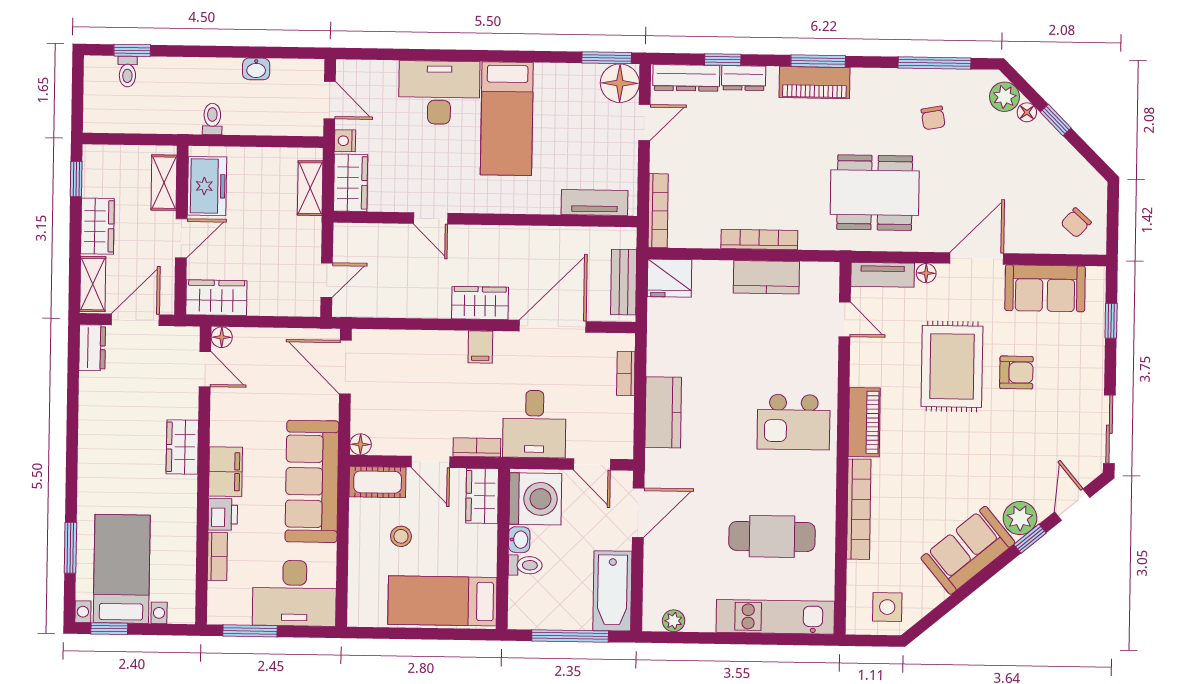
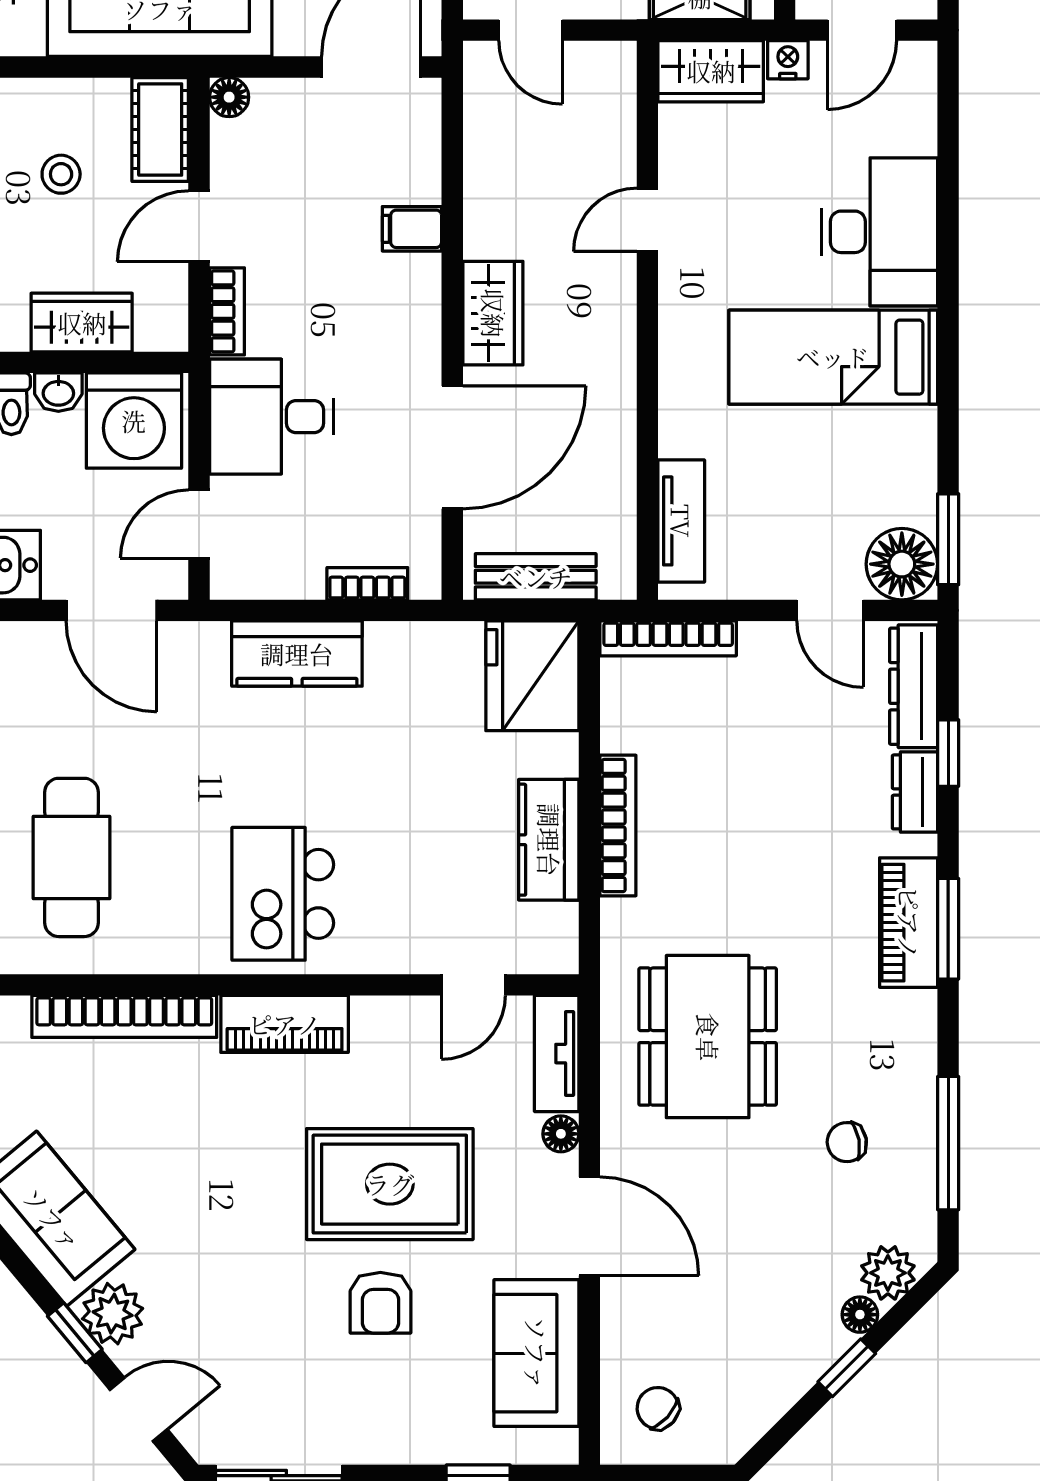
fridge: (670, 278) -> (532, 676), width x1.36, depth x1.34
door: (553, 326) -> (452, 447), hinge flipped
filing cabinet: (480, 347) -> (412, 229), moved
wardrobe: (482, 496) -> (82, 323), moved

